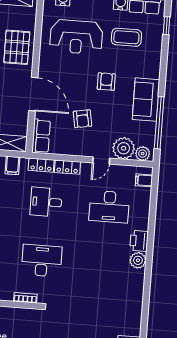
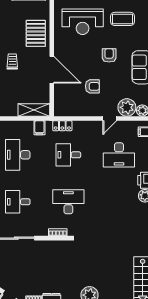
armchair: (82, 119) -> (92, 86), turned -80
row of seats: (41, 136) -> (60, 103), removed
locker: (67, 167) -> (83, 126), removed

